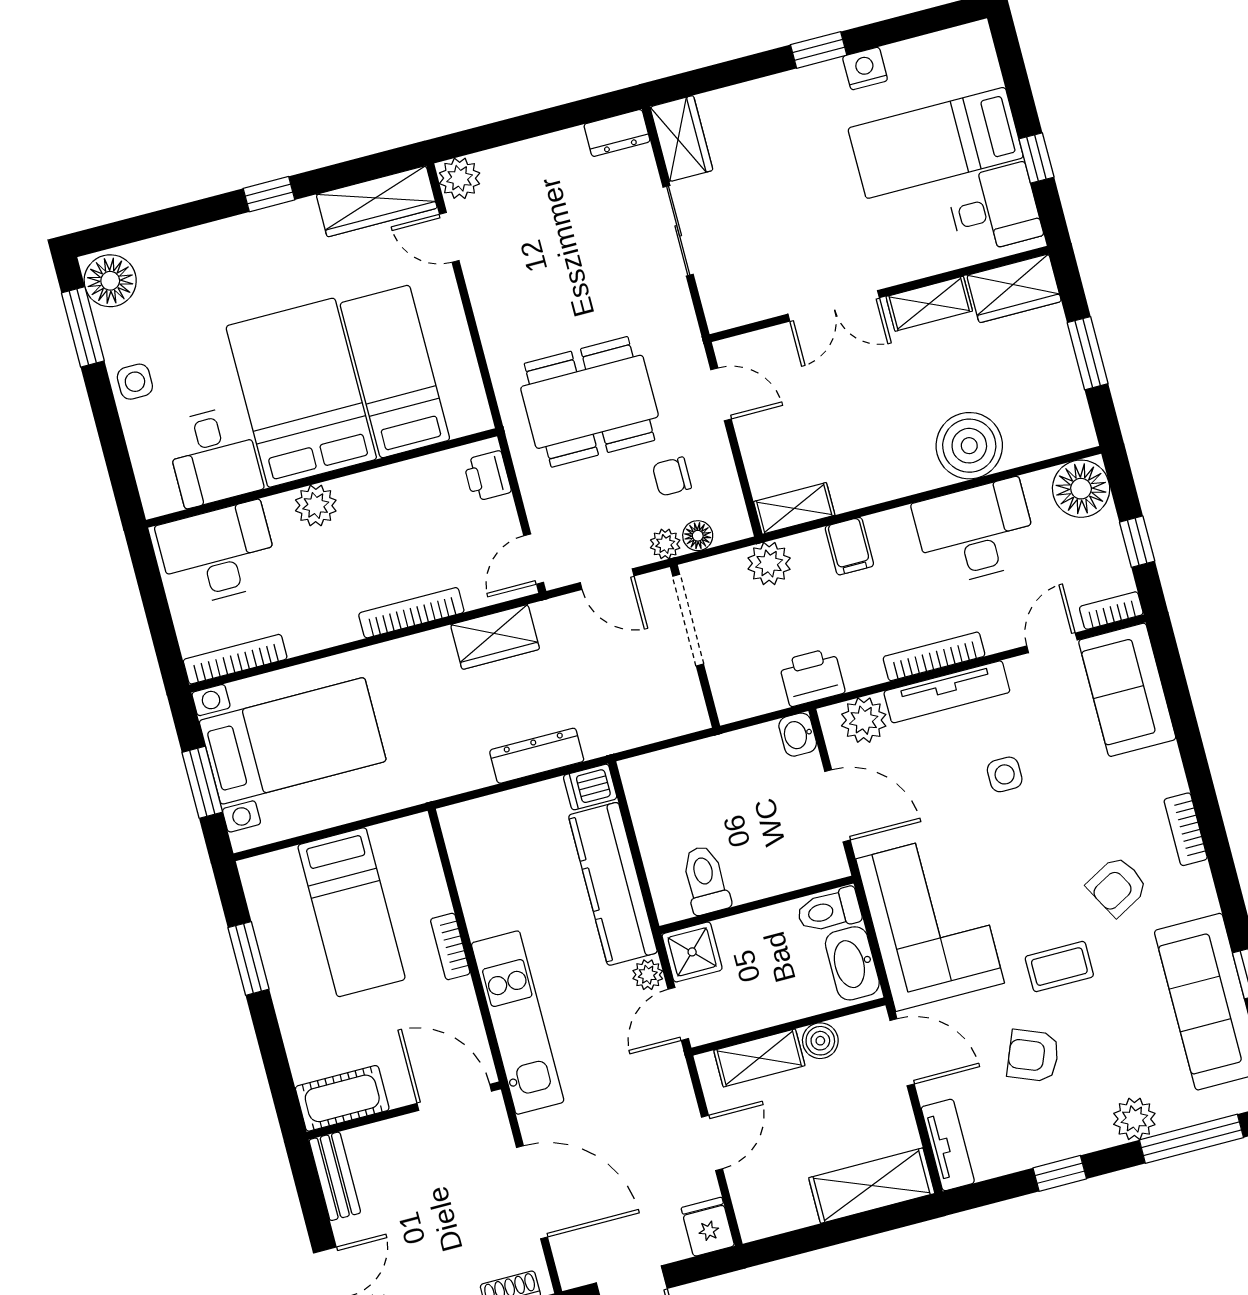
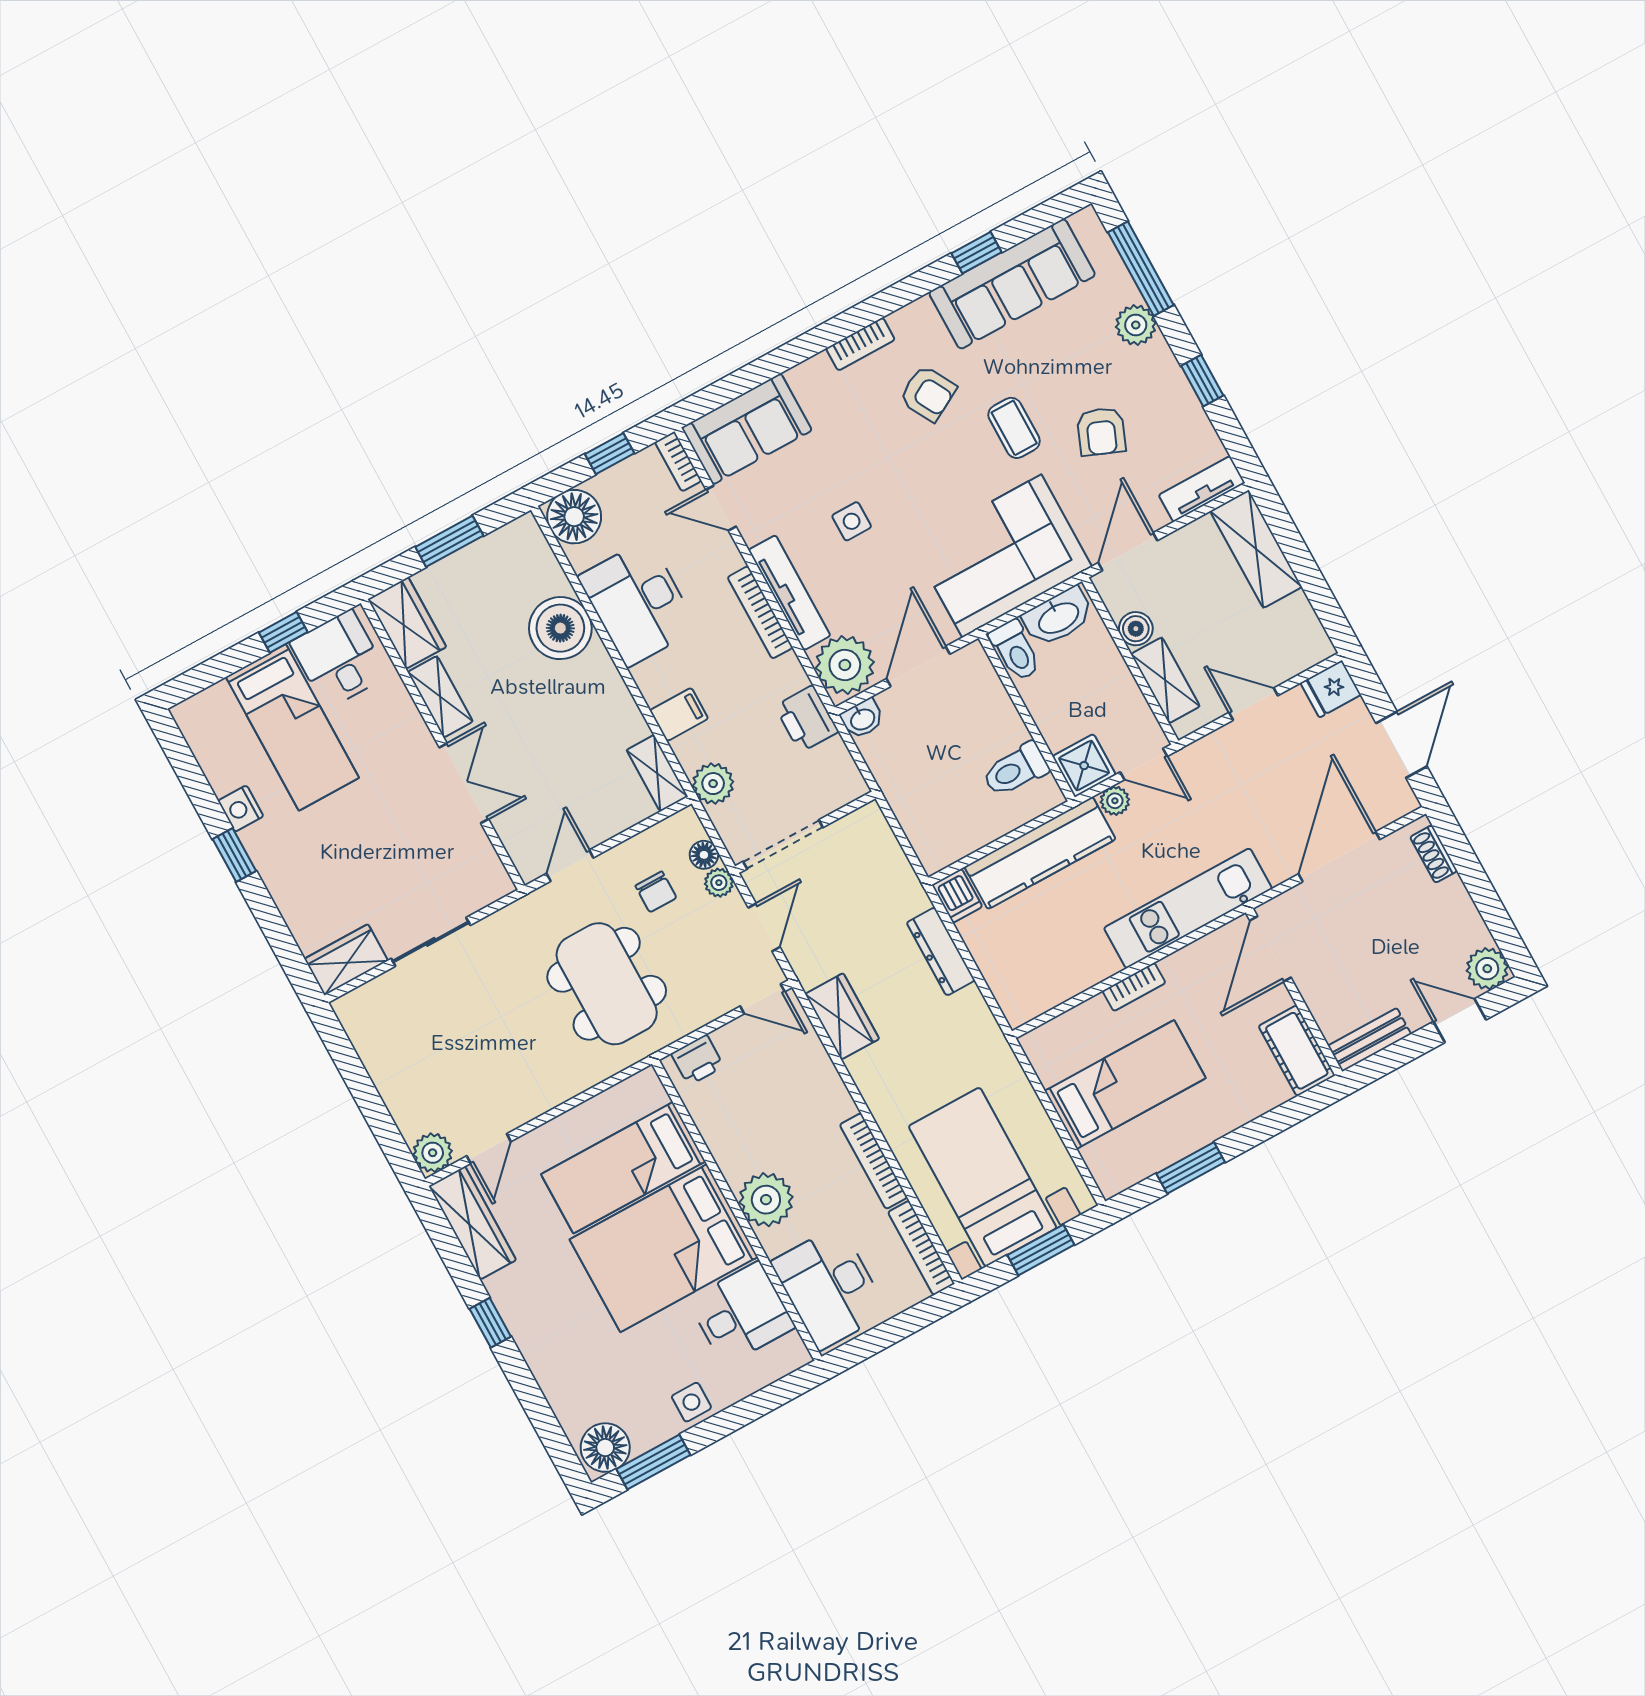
dresser: (617, 133) -> (356, 1020), removed
plant: (316, 505) -> (766, 1200), width x1.36, depth x1.36
bookcase: (411, 613) -> (874, 1161), moved
plant: (864, 720) -> (845, 665), width x1.36, depth x1.36

